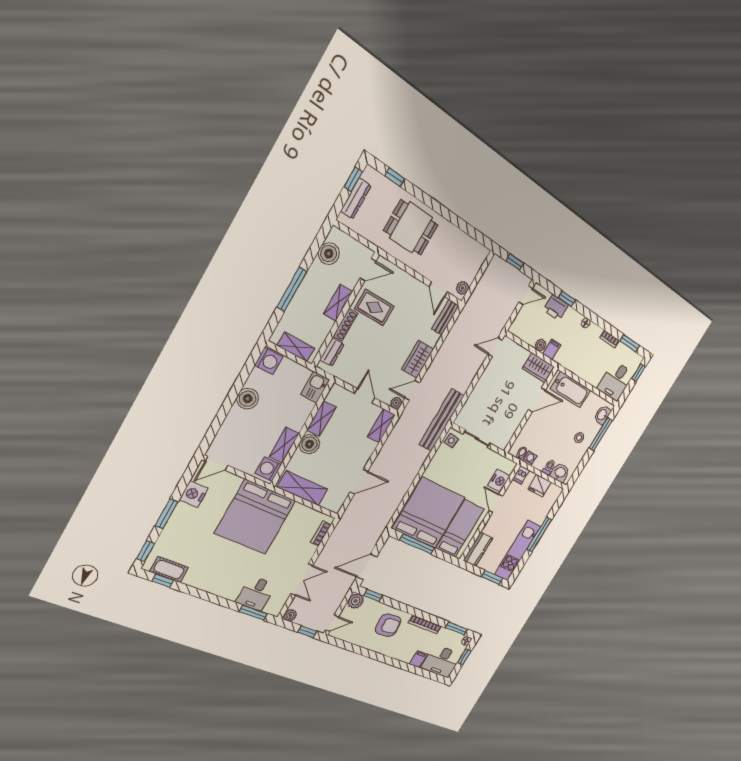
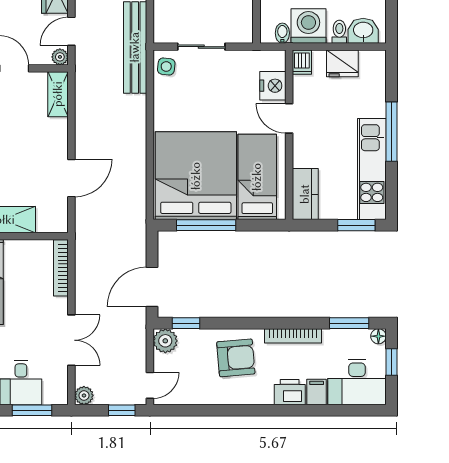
washing machine: (530, 458) -> (308, 26), width x1.89, depth x1.89
bookcase: (321, 534) -> (61, 268), width x1.56
printer: (405, 654) -> (290, 392), added

